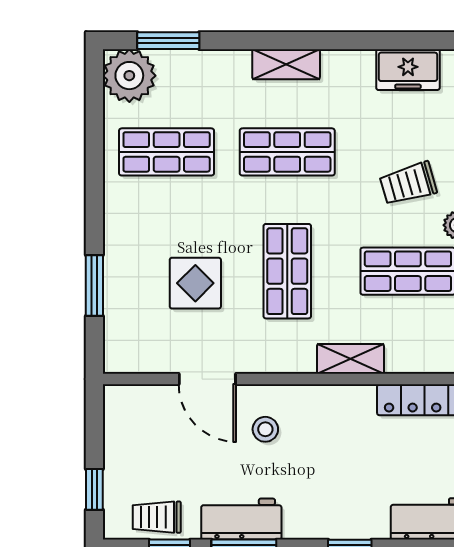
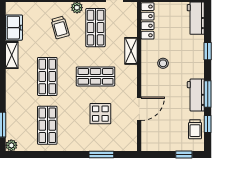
shelving: (286, 64) -> (12, 55), moved
plant: (129, 76) -> (11, 145), width x0.53, depth x0.53
stool: (265, 429) -> (163, 63), moved

